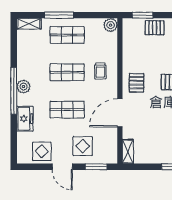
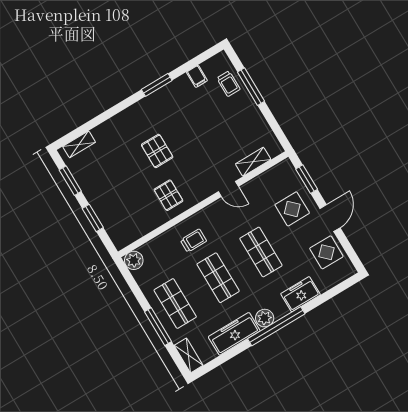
window: (143, 15) -> (93, 218), moved
pallet: (155, 28) -> (107, 208), removed
freezer: (25, 61) -> (234, 334), added
pallet: (136, 83) -> (168, 195), moved, turned 90
door: (120, 113) -> (228, 189), width x0.53
shelving: (128, 152) -> (253, 162), moved

